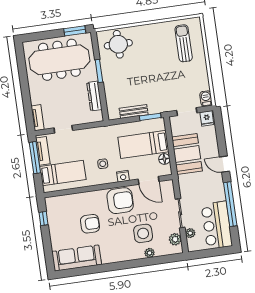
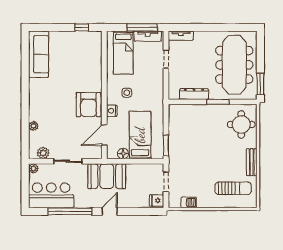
barbecue: (206, 99) -> (189, 202), moved
bench: (134, 111) -> (252, 162), moved
booth: (187, 154) -> (107, 176), moved
armchair: (90, 224) -> (70, 72), removed
side table: (143, 233) -> (53, 122), removed
plant: (190, 233) -> (33, 168), moved

